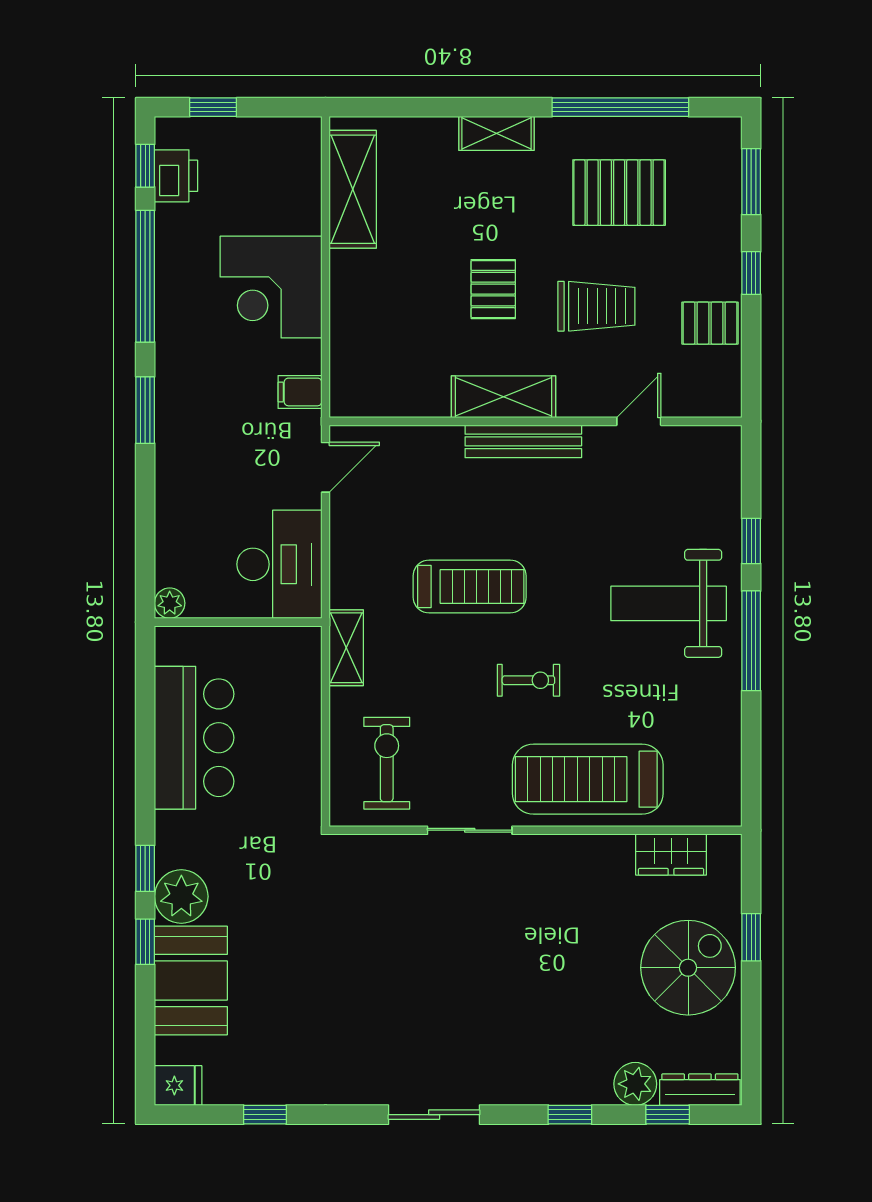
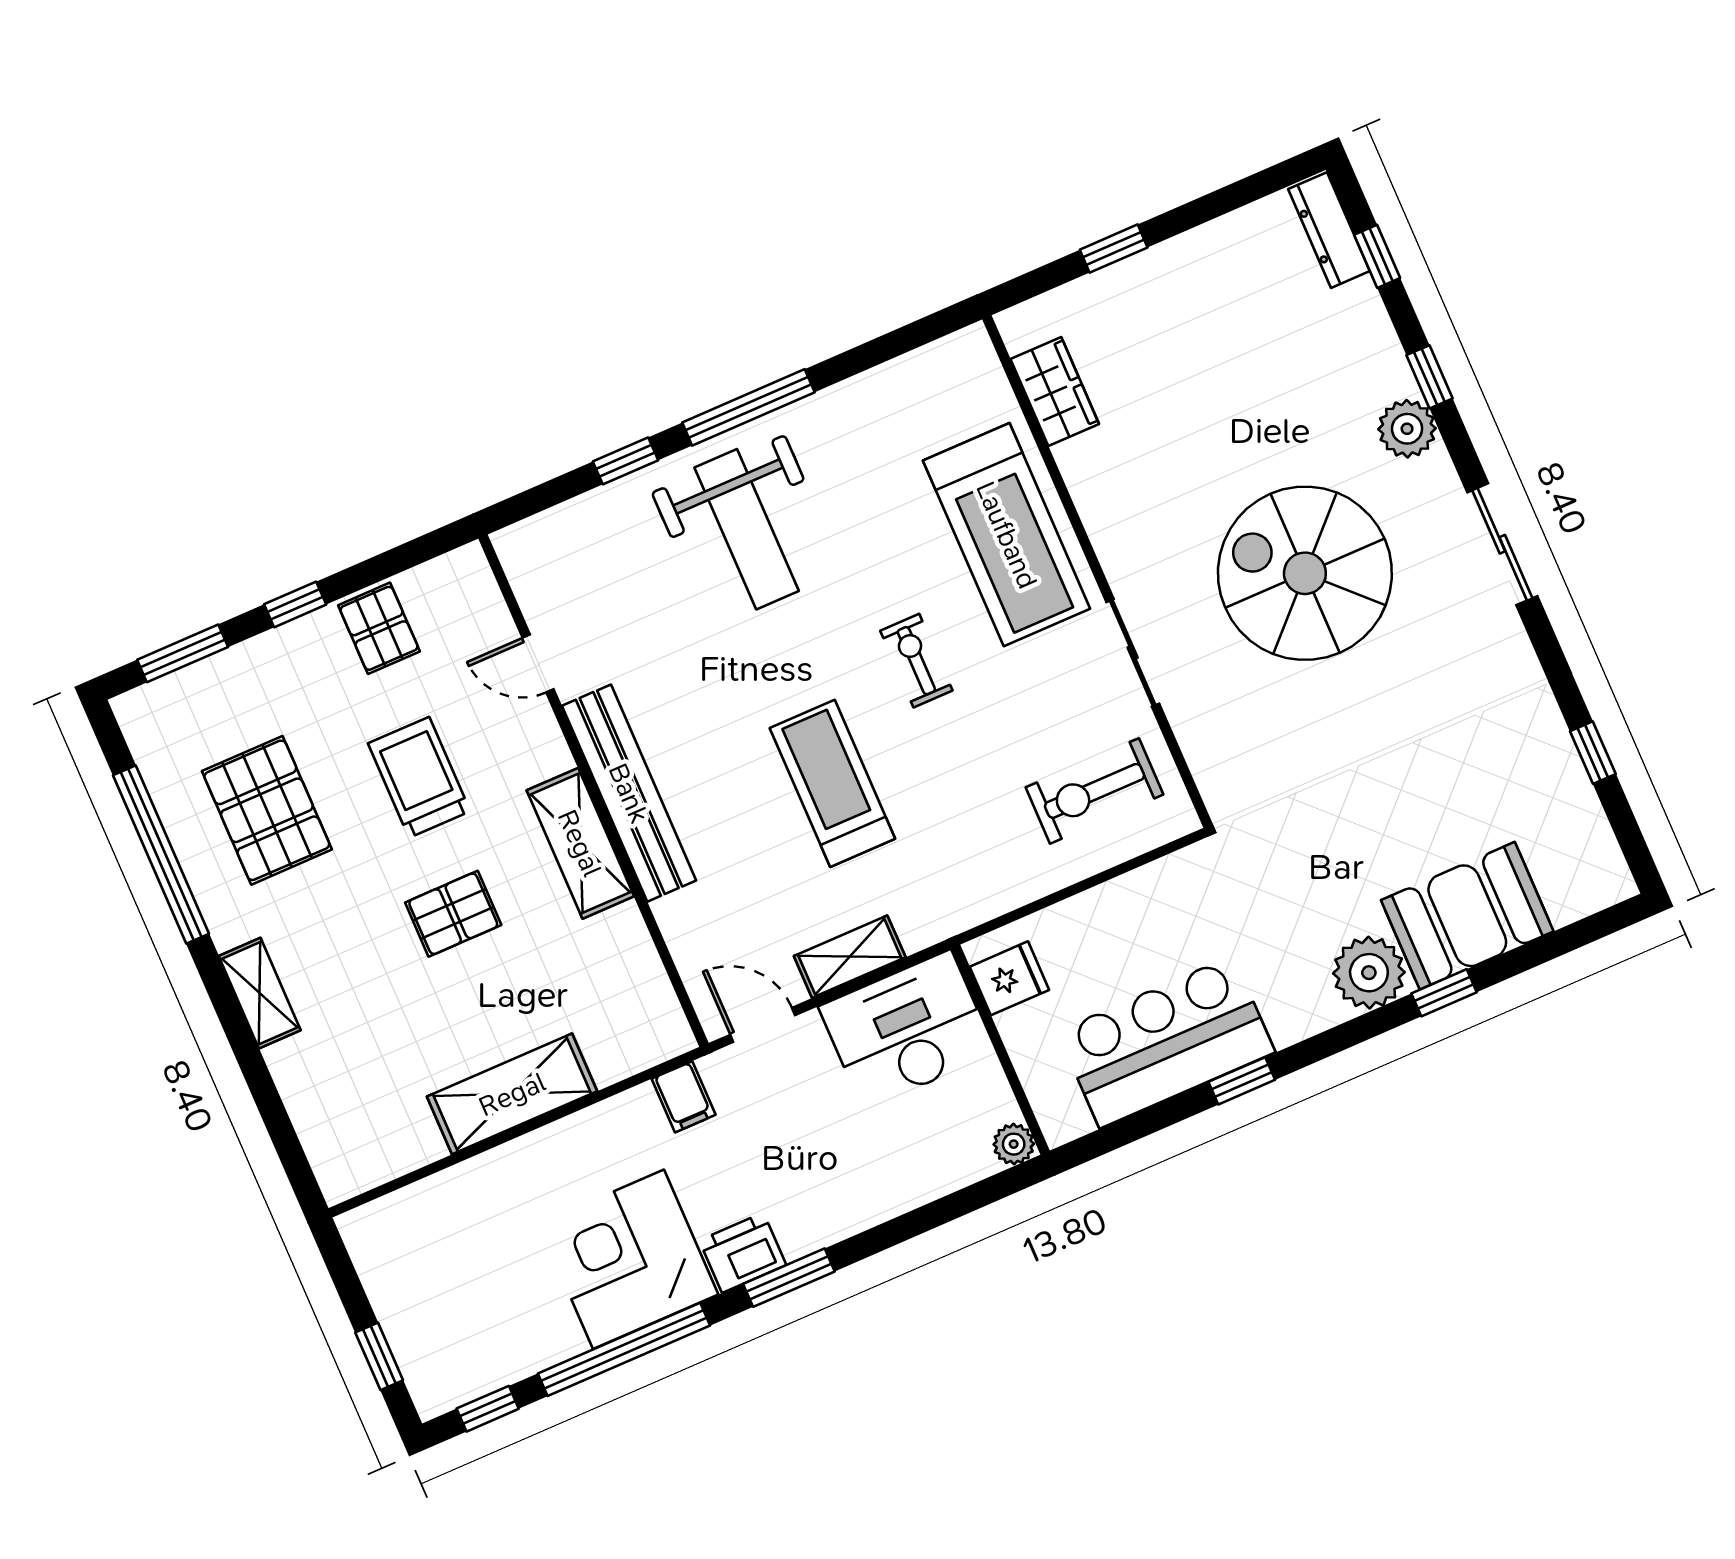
printer: (176, 176) -> (743, 1253), moved
shelving: (353, 189) -> (512, 1094), moved
corner desk: (271, 287) -> (629, 1259), moved, turned 180
bench: (523, 441) -> (629, 793), width x1.37, depth x1.21
shelving: (346, 648) -> (850, 957), moved
window: (145, 868) -> (1242, 1081), moved
spiral stairs: (688, 968) -> (1305, 573), moved, width x1.37, depth x1.37
plant: (635, 1084) -> (1407, 429), moved
fridge: (178, 1085) -> (1009, 978), moved, turned 90

